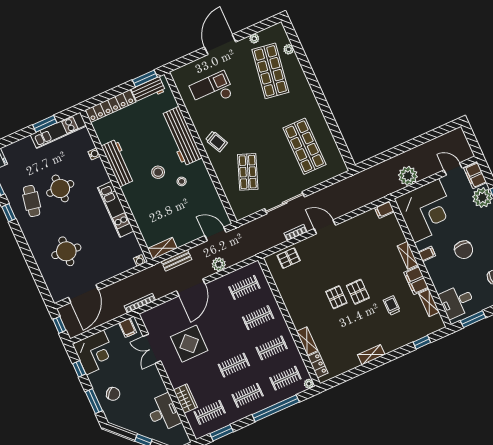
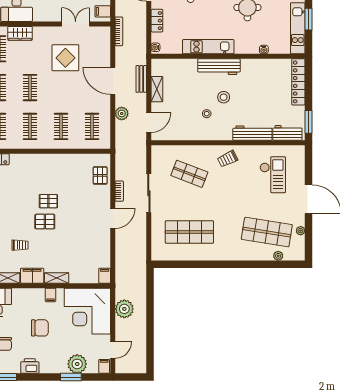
workbench: (148, 90) -> (287, 133), moved, turned 90
workbench: (181, 136) -> (252, 133), width x0.73, depth x0.76
workbench: (118, 163) -> (219, 67), moved
filing cabinet: (475, 175) -> (104, 366), width x0.50
shelving: (162, 248) -> (157, 89), moved
chair: (464, 250) -> (40, 328), turned 180
locker: (113, 271) -> (157, 21), added
shelving: (307, 341) -> (22, 159), removed

